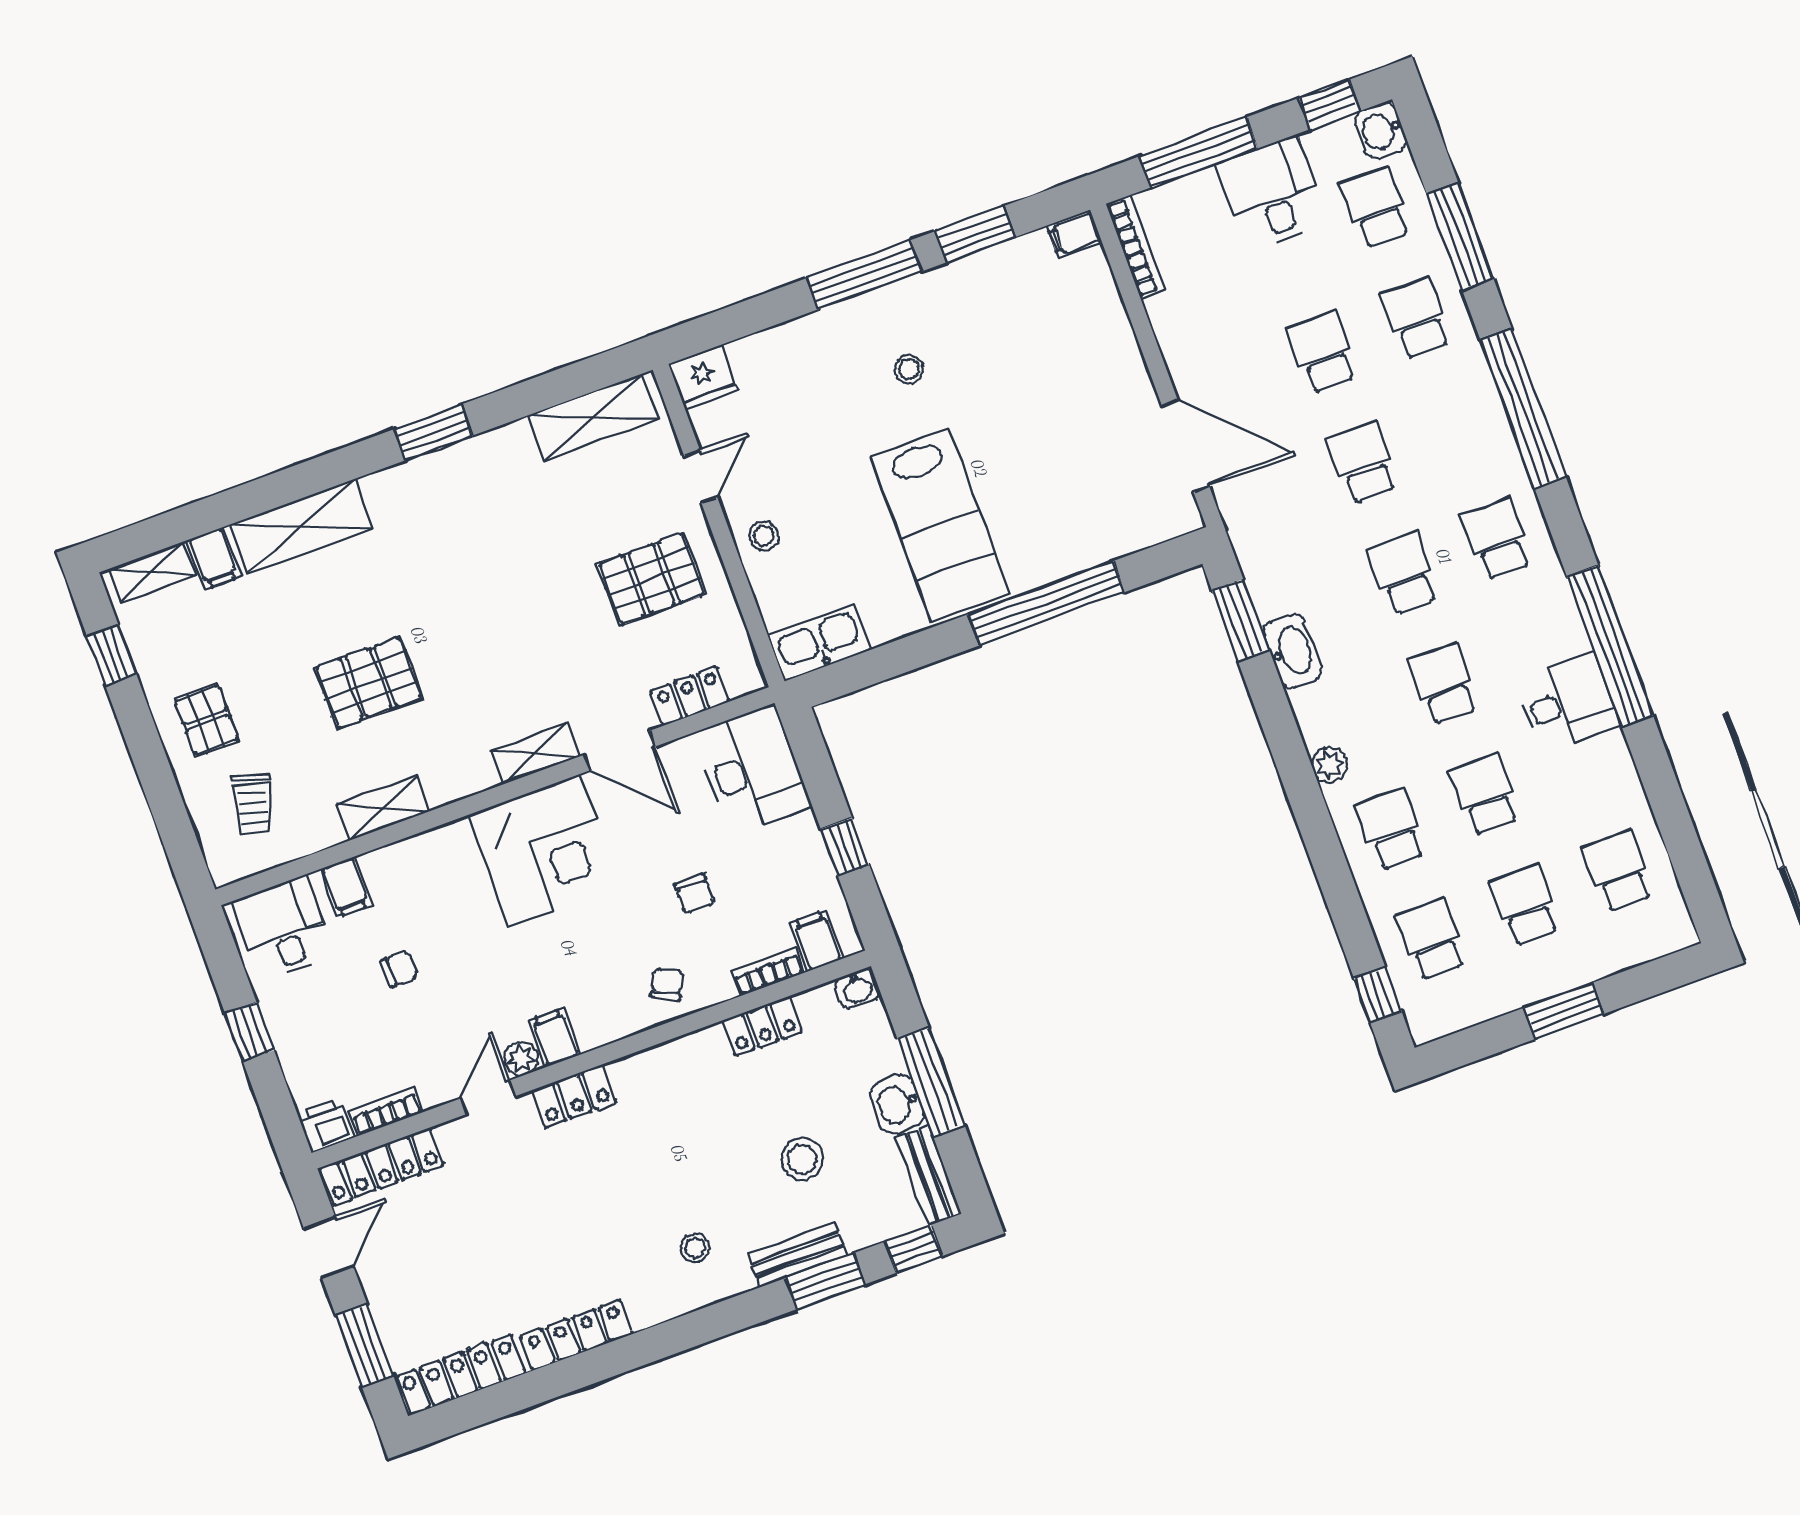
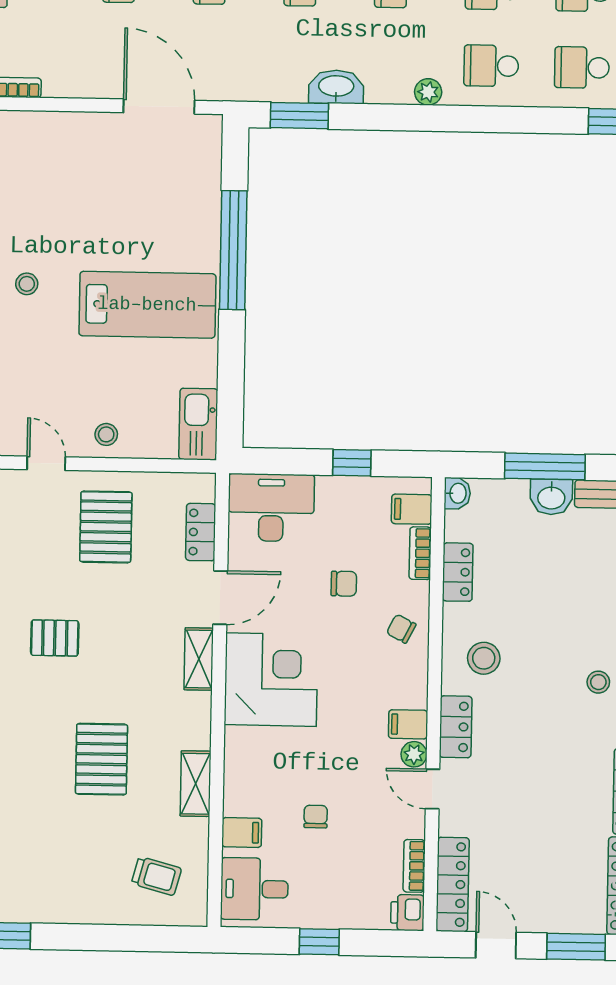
door: (1186, 446) -> (159, 107), hinge flipped
pallet: (206, 720) -> (55, 638), moved
stool: (802, 1159) -> (484, 658), moved

